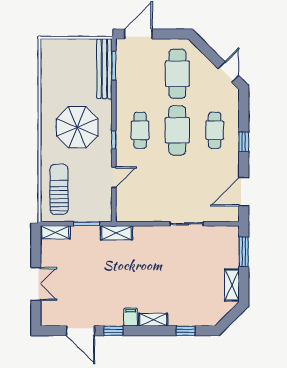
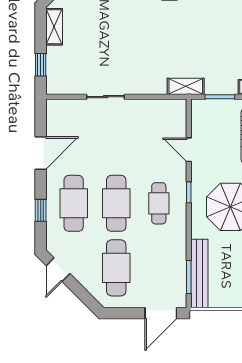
cafe table: (215, 130) -> (74, 203), width x1.37, depth x1.35
window: (244, 142) -> (41, 210), moved
door: (114, 177) -> (189, 150), hinge flipped
door: (244, 192) -> (41, 153), moved
window: (244, 252) -> (41, 65), width x0.67

